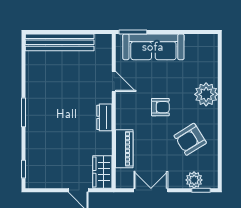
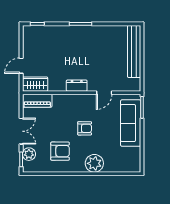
armchair: (160, 107) -> (85, 128), turned -90
armchair: (190, 139) -> (60, 151), turned 122
piano: (124, 149) -> (37, 101), moved
double door: (151, 190) -> (21, 131), moved

